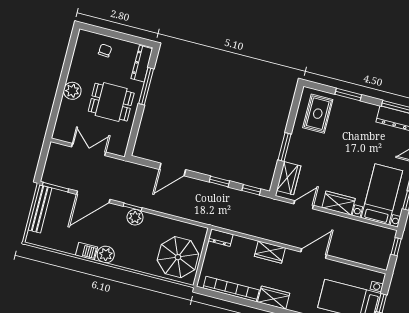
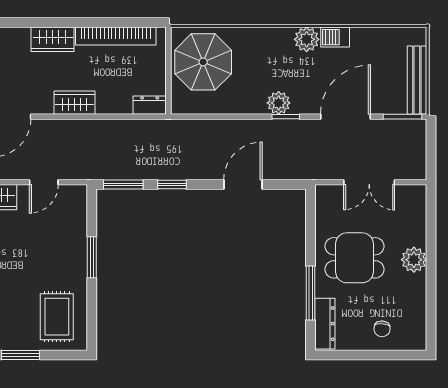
wardrobe: (289, 178) -> (75, 214), removed
window: (251, 190) -> (123, 184), width x1.50

